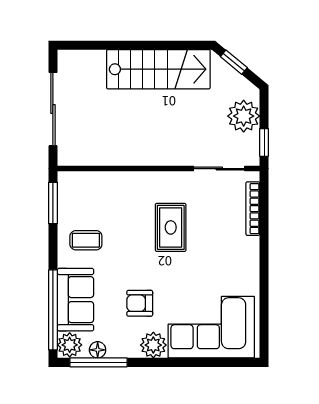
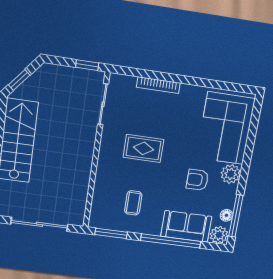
plant: (244, 116) -> (64, 79), removed
bookcase: (253, 209) -> (158, 85), moved
coffee table: (86, 240) -> (133, 203), moved
armchair: (140, 303) -> (197, 180), turned 90
window: (53, 310) -> (171, 241), moved

